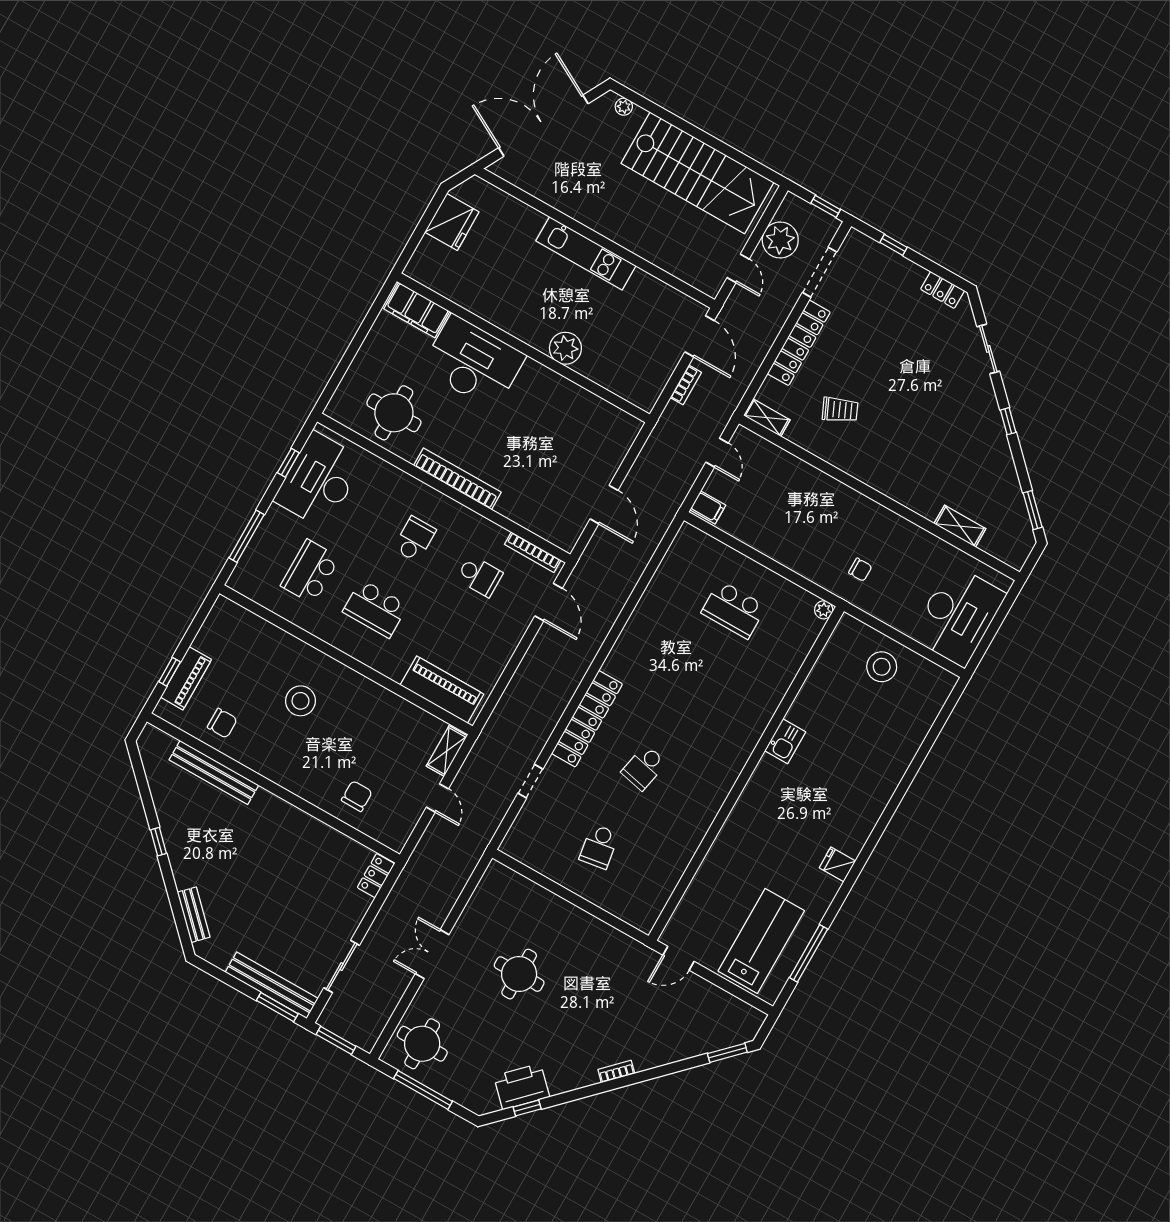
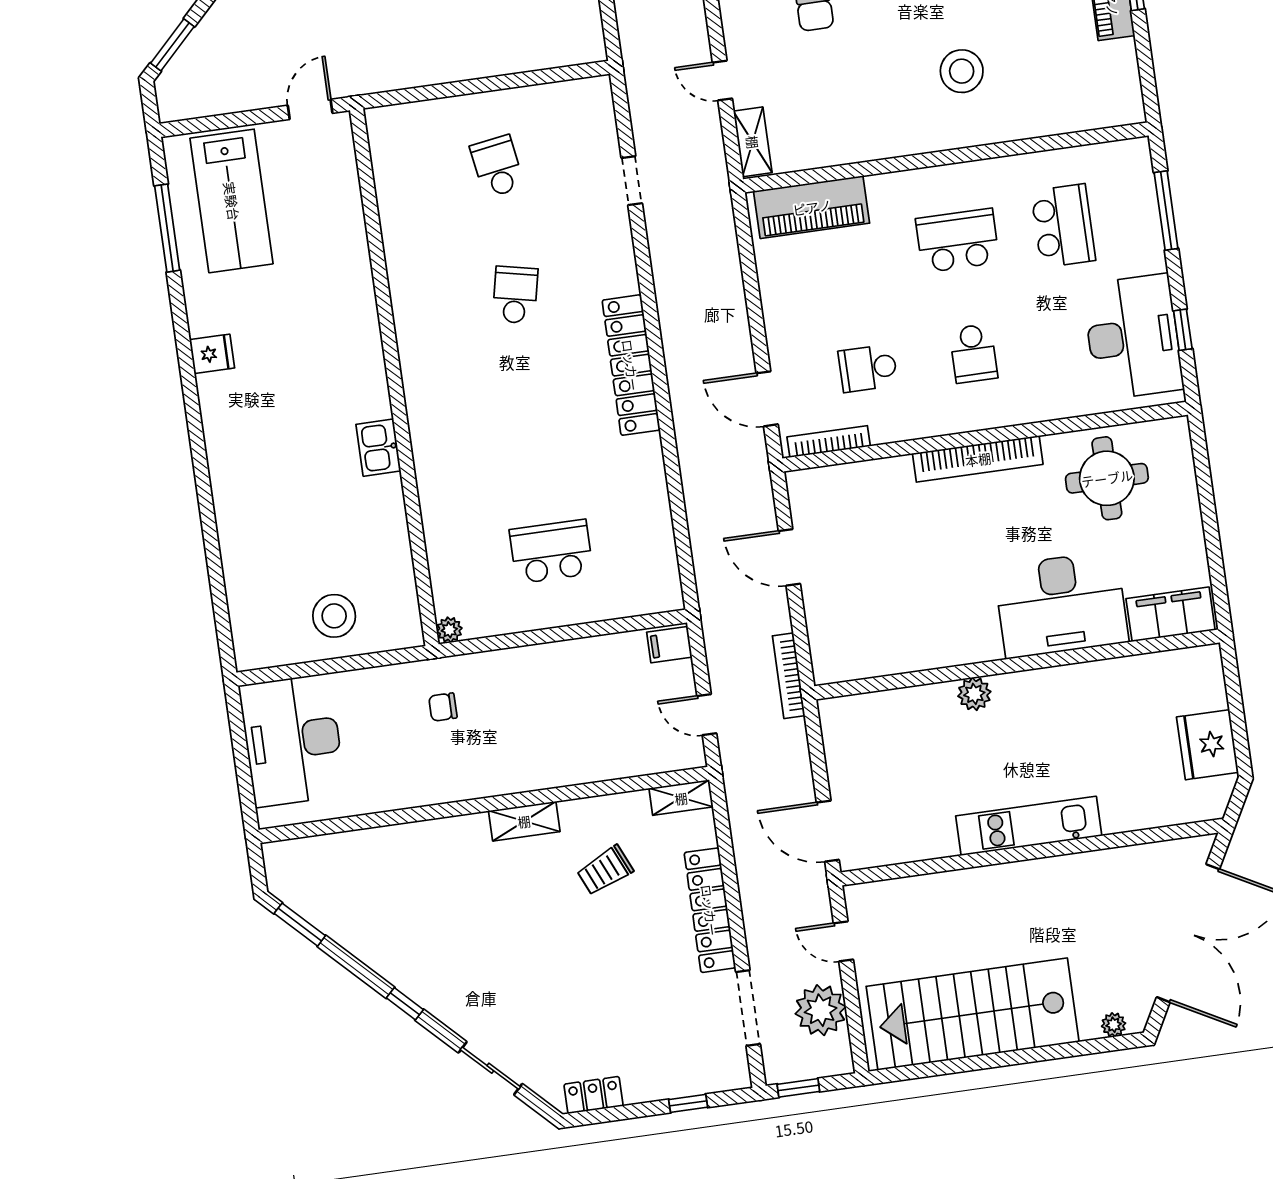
plant: (565, 348) -> (974, 694), width x0.73, depth x0.73
bookcase: (686, 385) -> (789, 676), moved, width x1.56
shelving: (960, 526) -> (524, 821), moved
locker: (587, 719) -> (631, 365), moved

